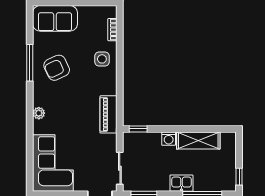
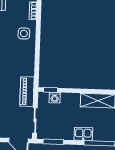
piano: (109, 114) -> (27, 92), moved
washing machine: (169, 139) -> (55, 98), moved

